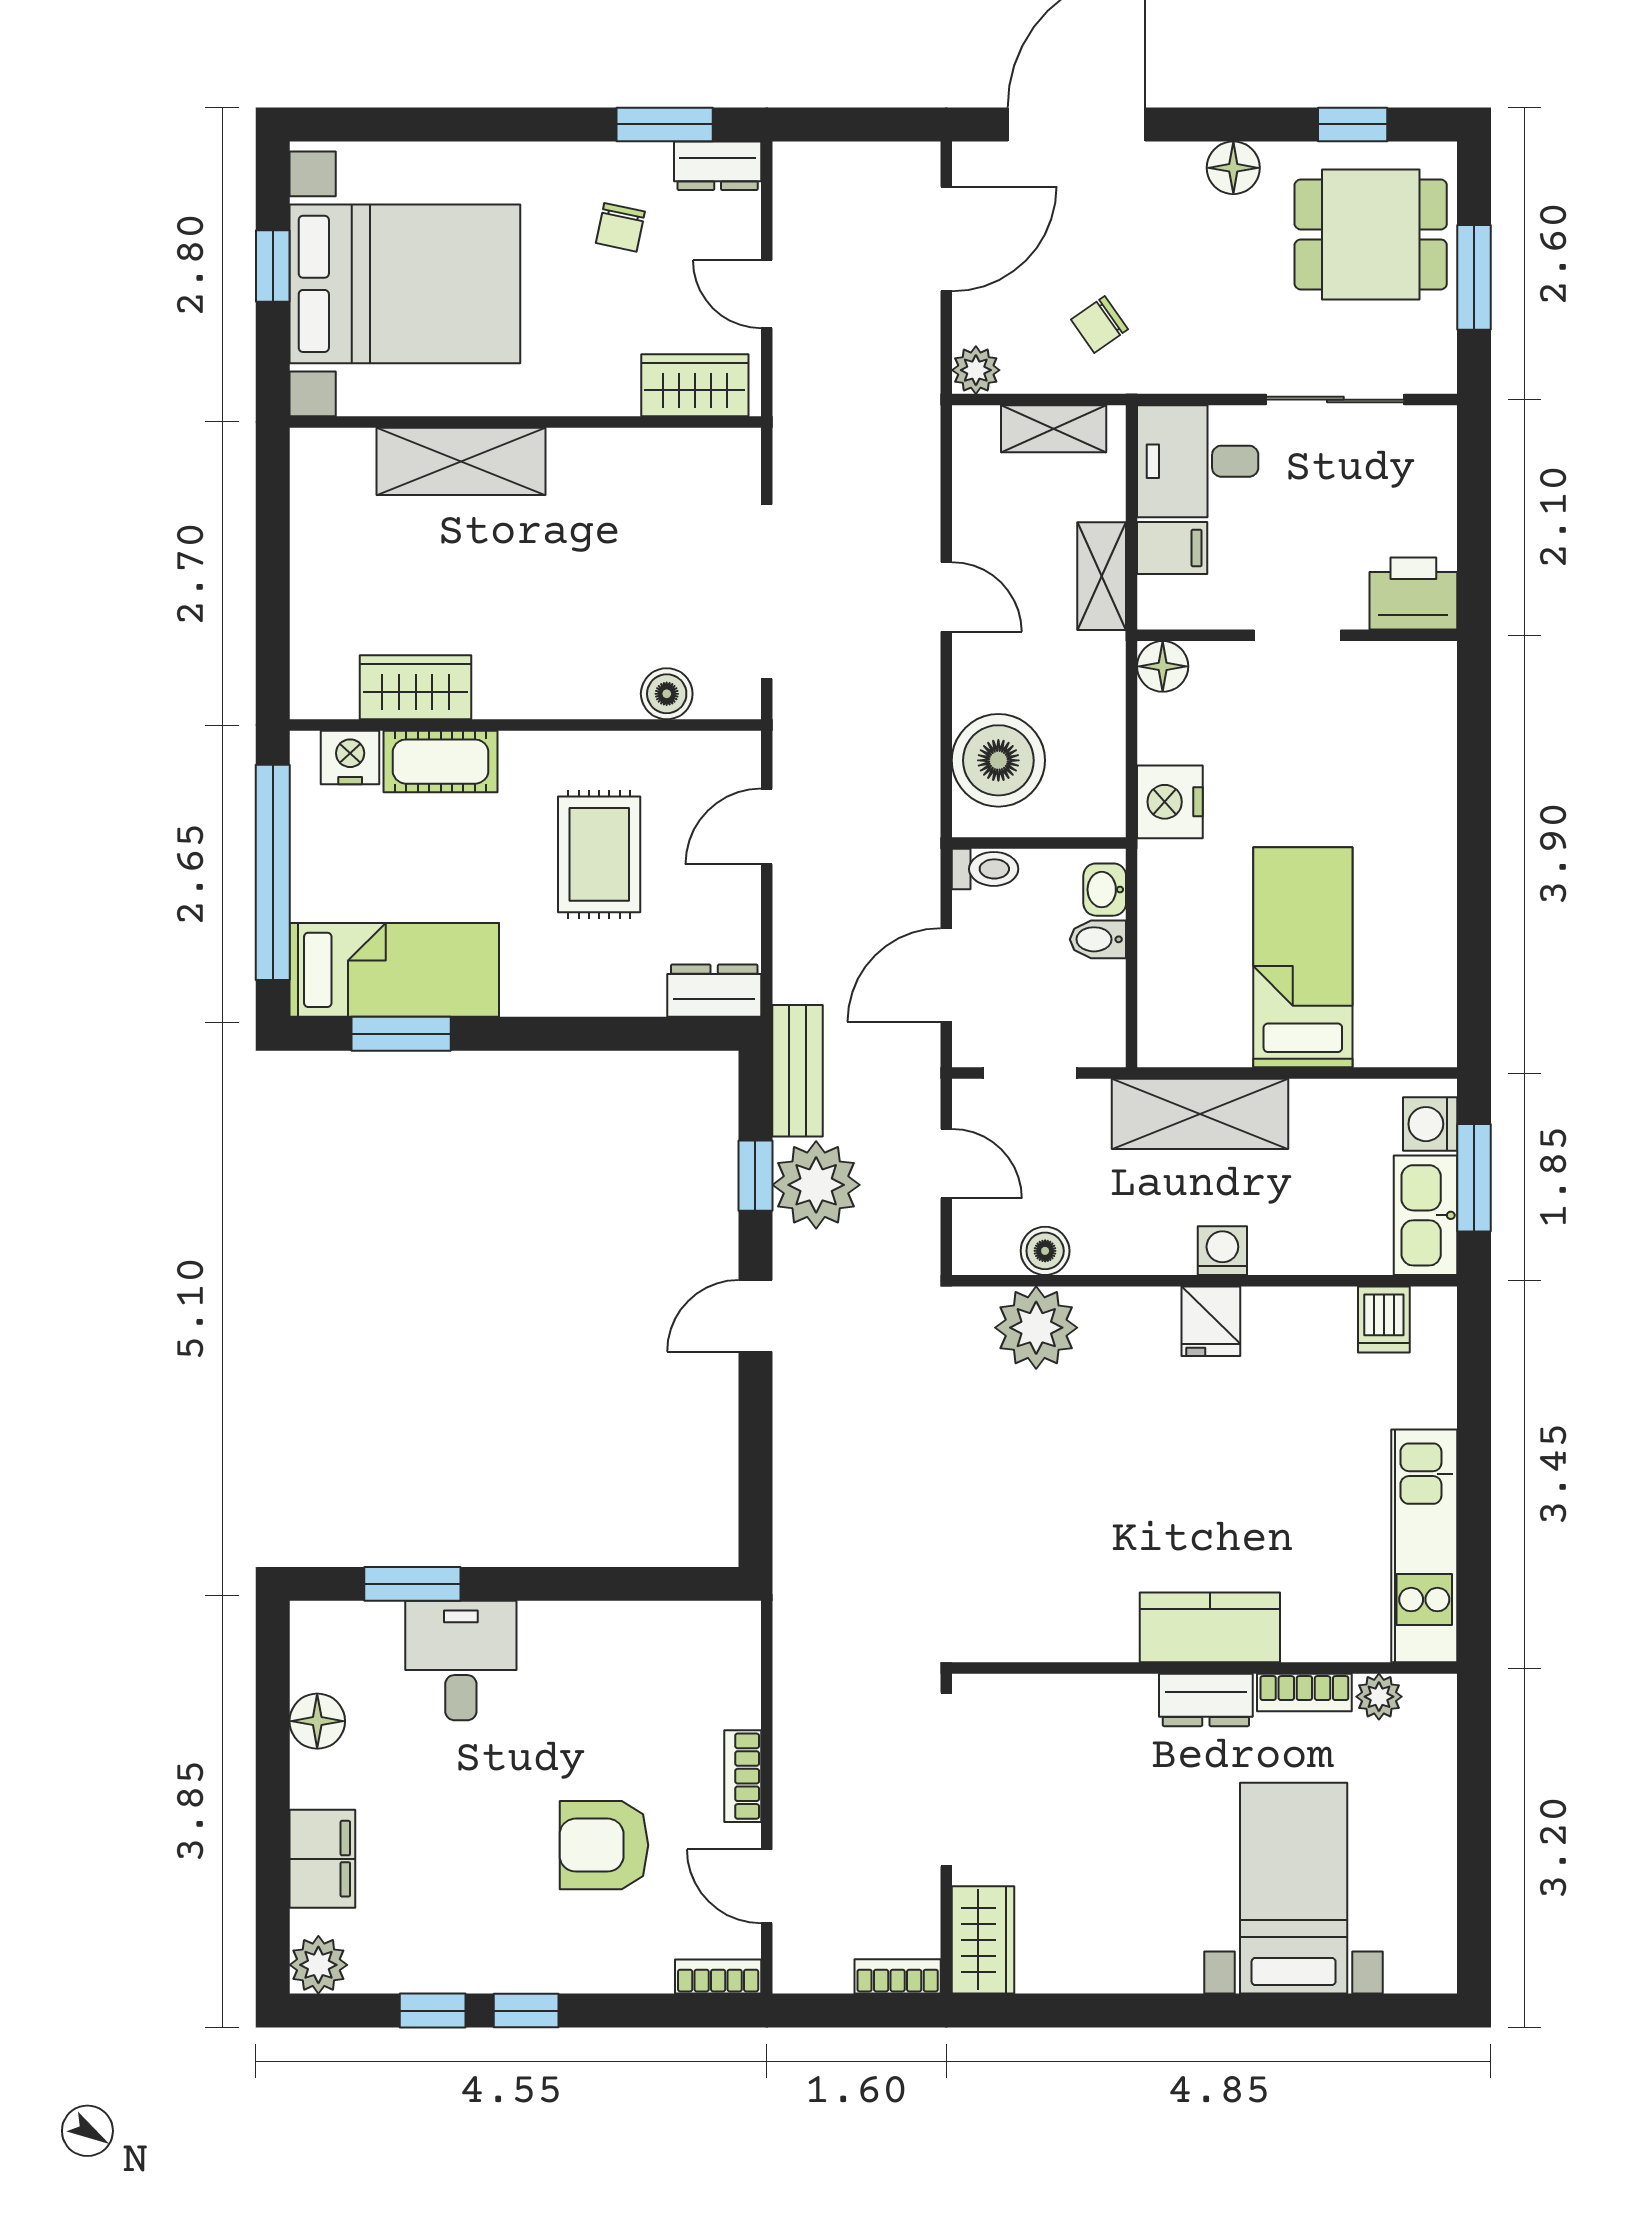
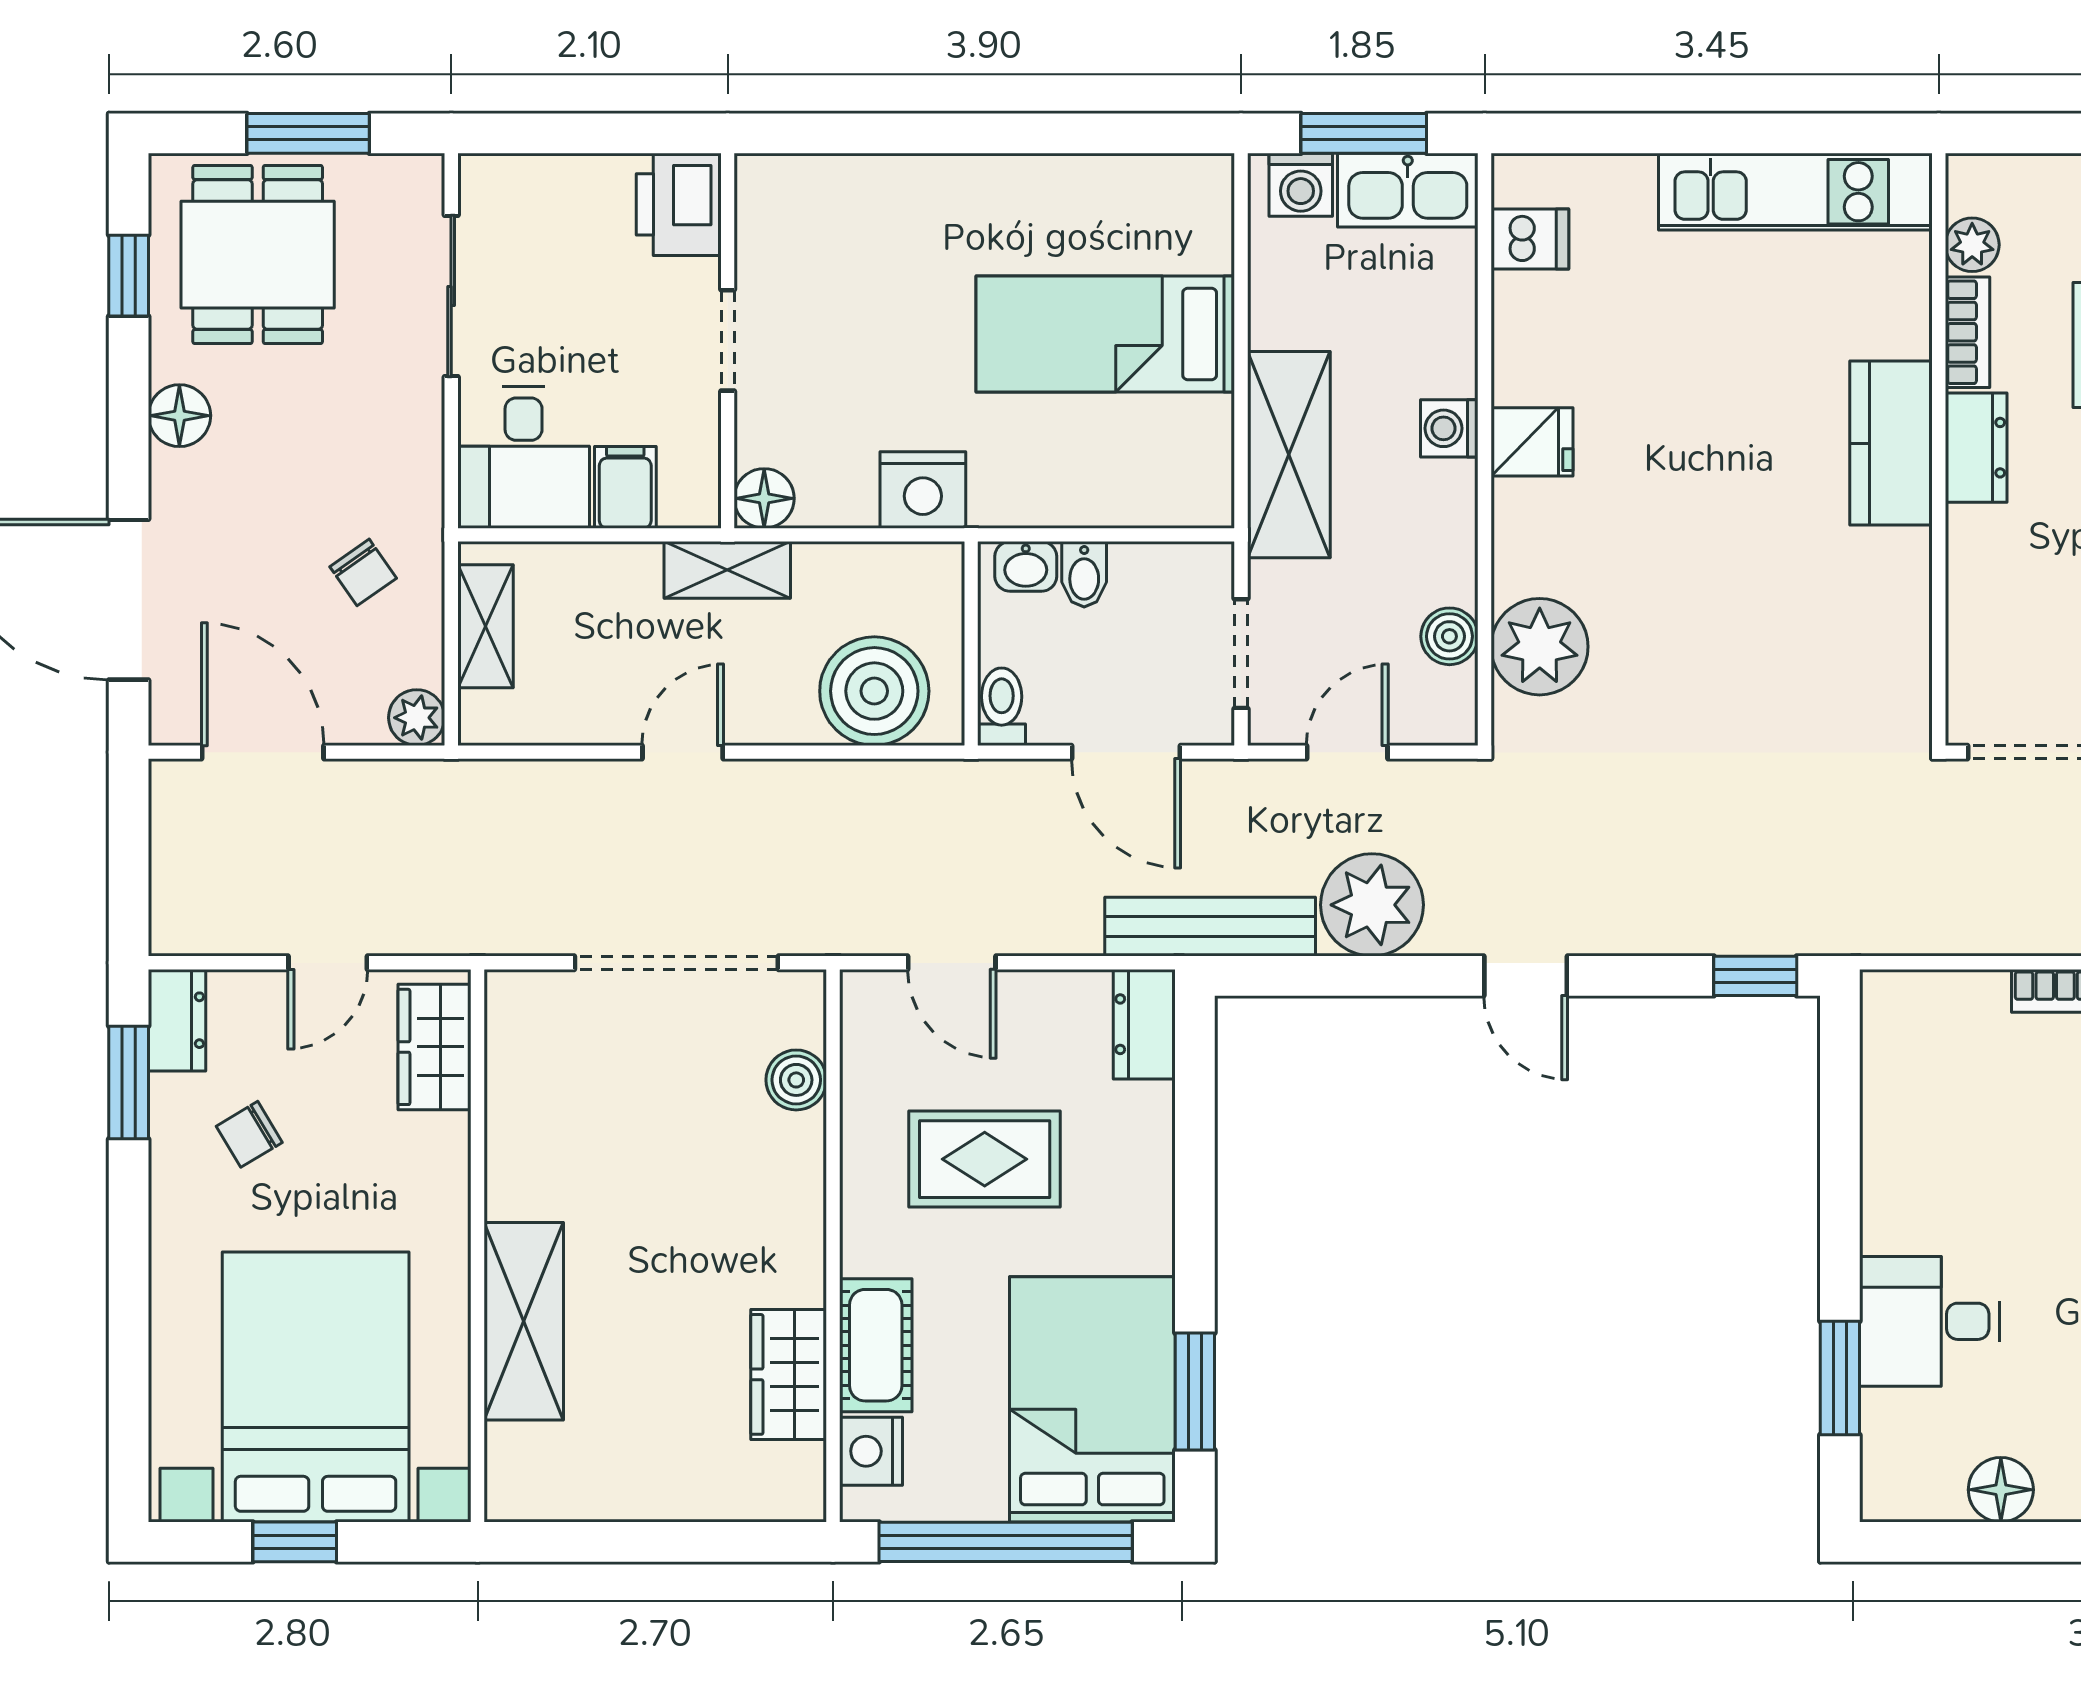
chair: (620, 227) -> (249, 1134), turned 137
shelving: (1102, 576) -> (727, 570), moved
bed: (394, 970) -> (1092, 1399), width x1.50
bench: (797, 1071) -> (1210, 927), width x1.36
window: (755, 1176) -> (1755, 976), moved

